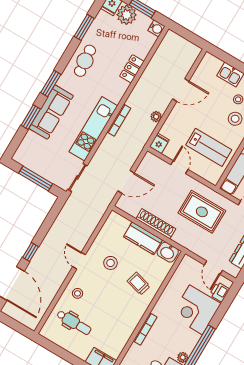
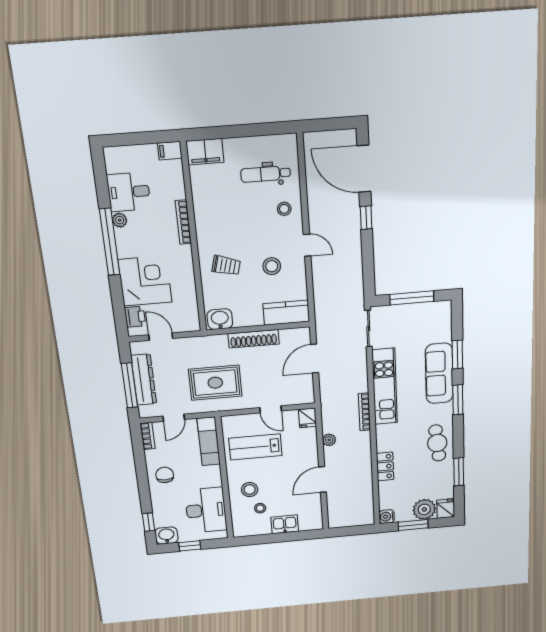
kitchen counter: (143, 238) -> (286, 313), moved

